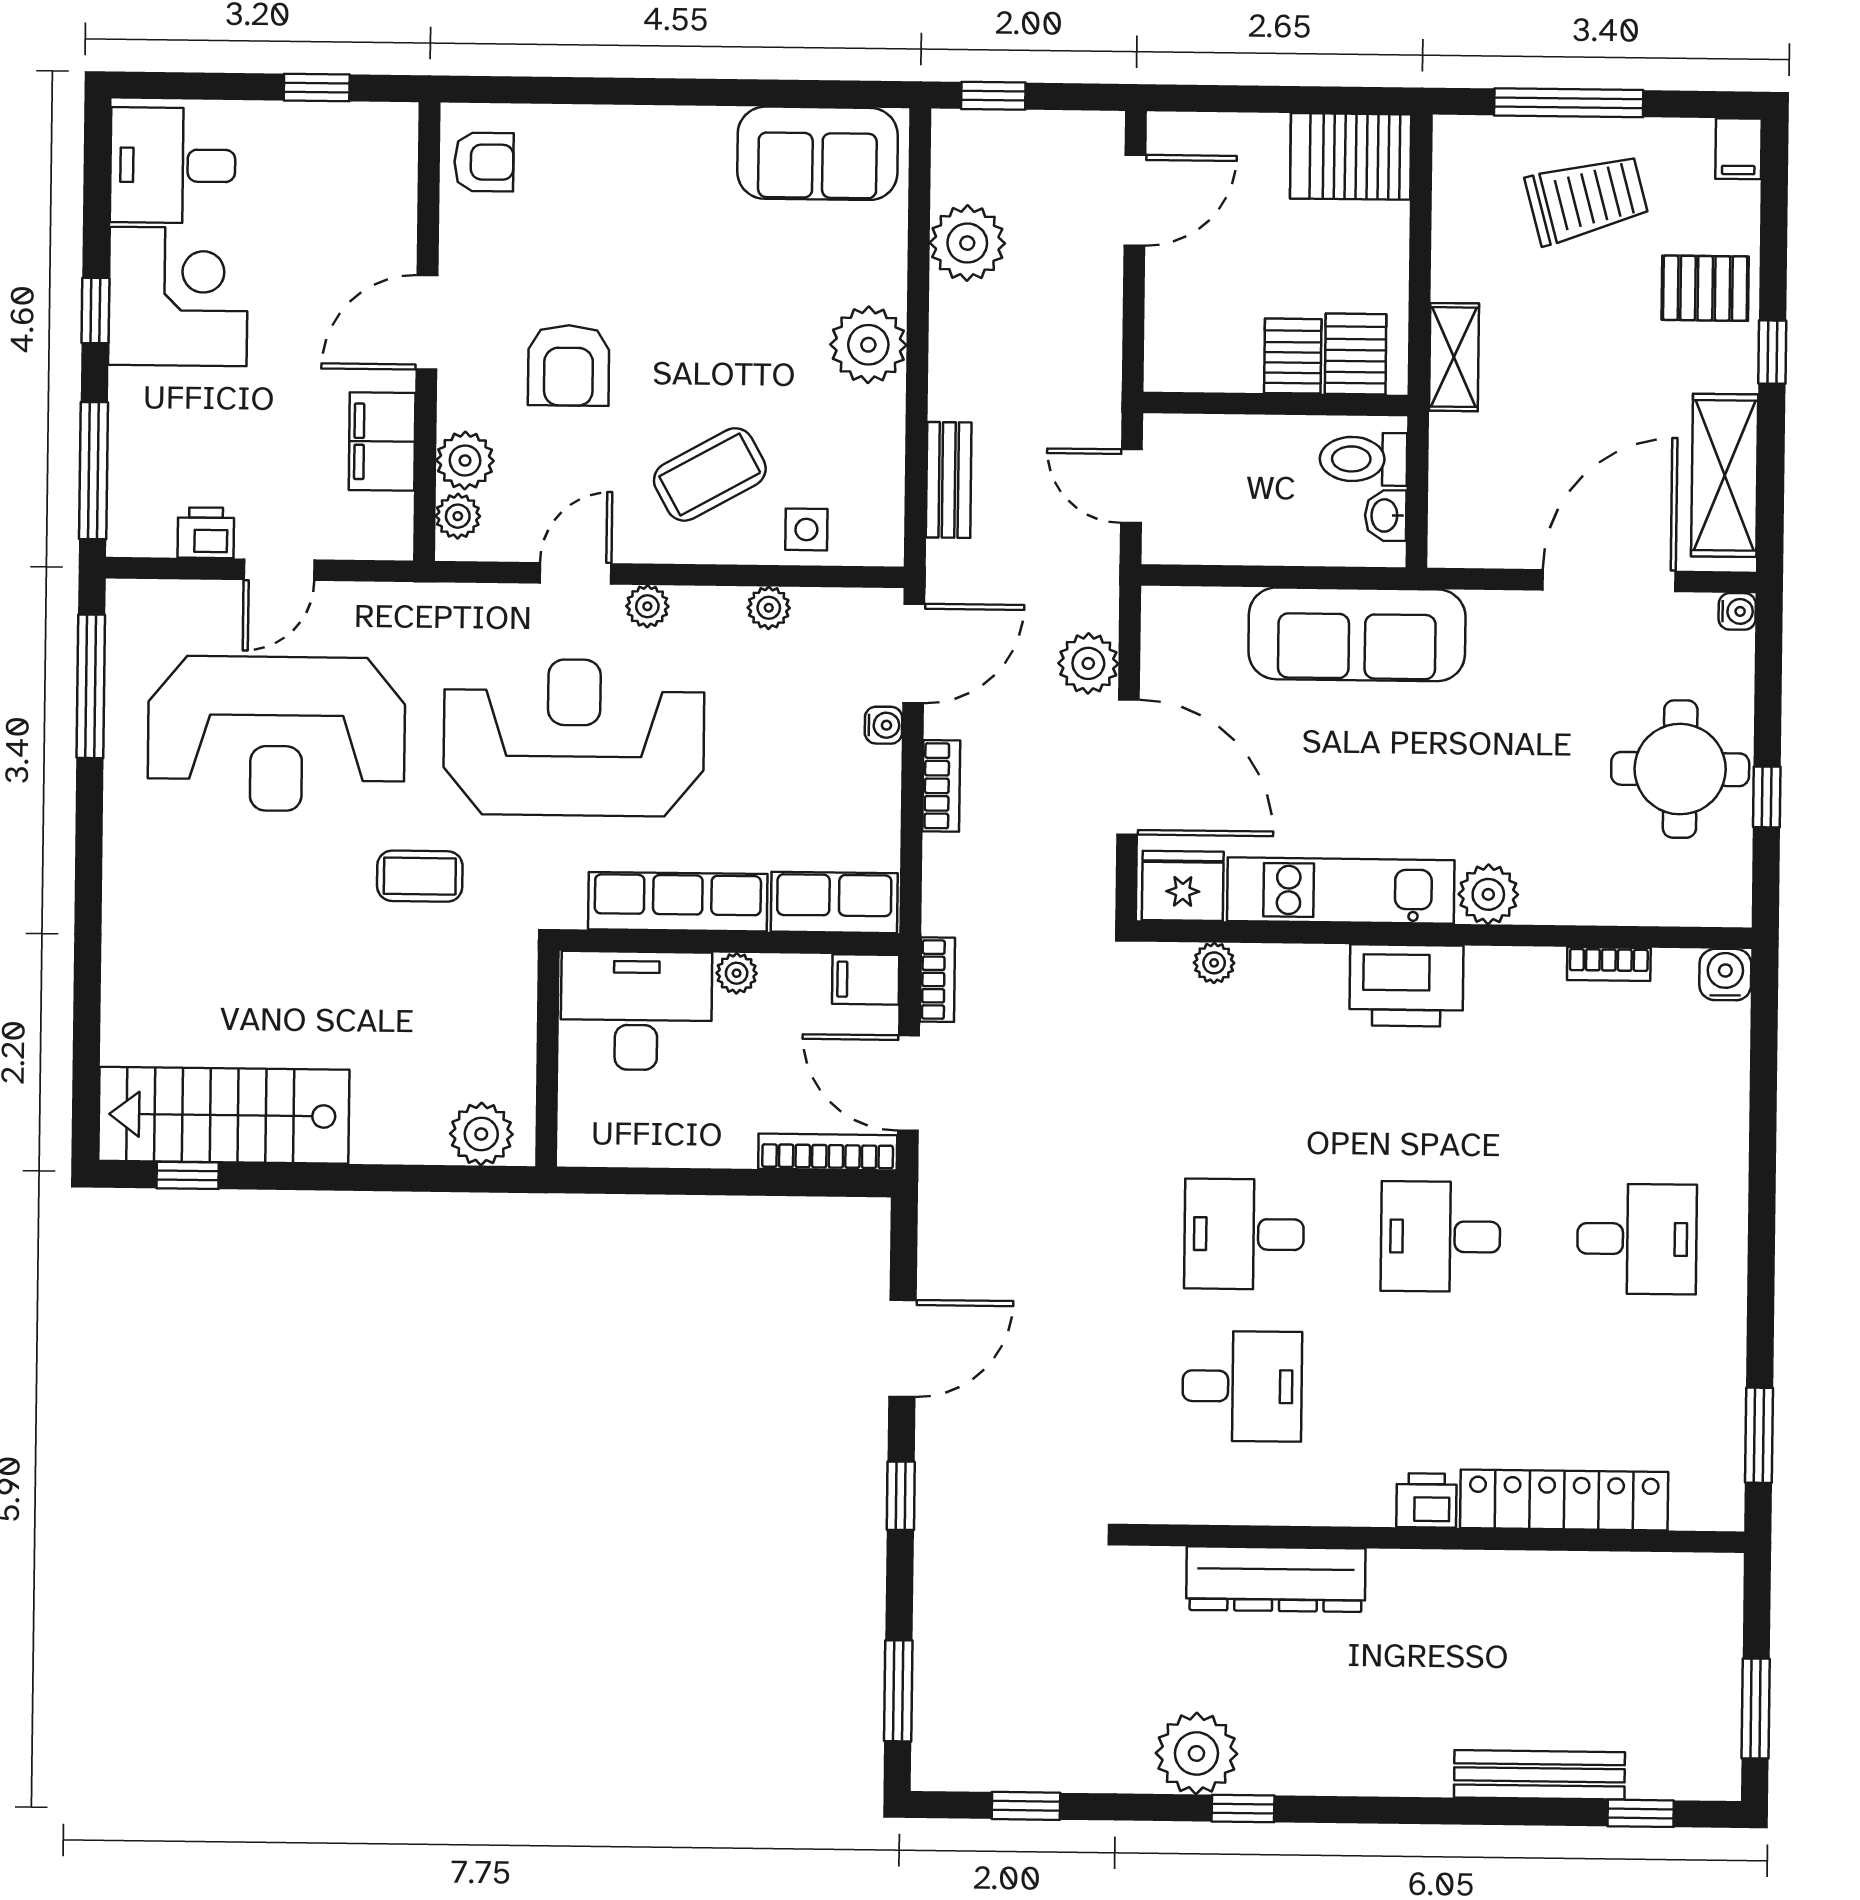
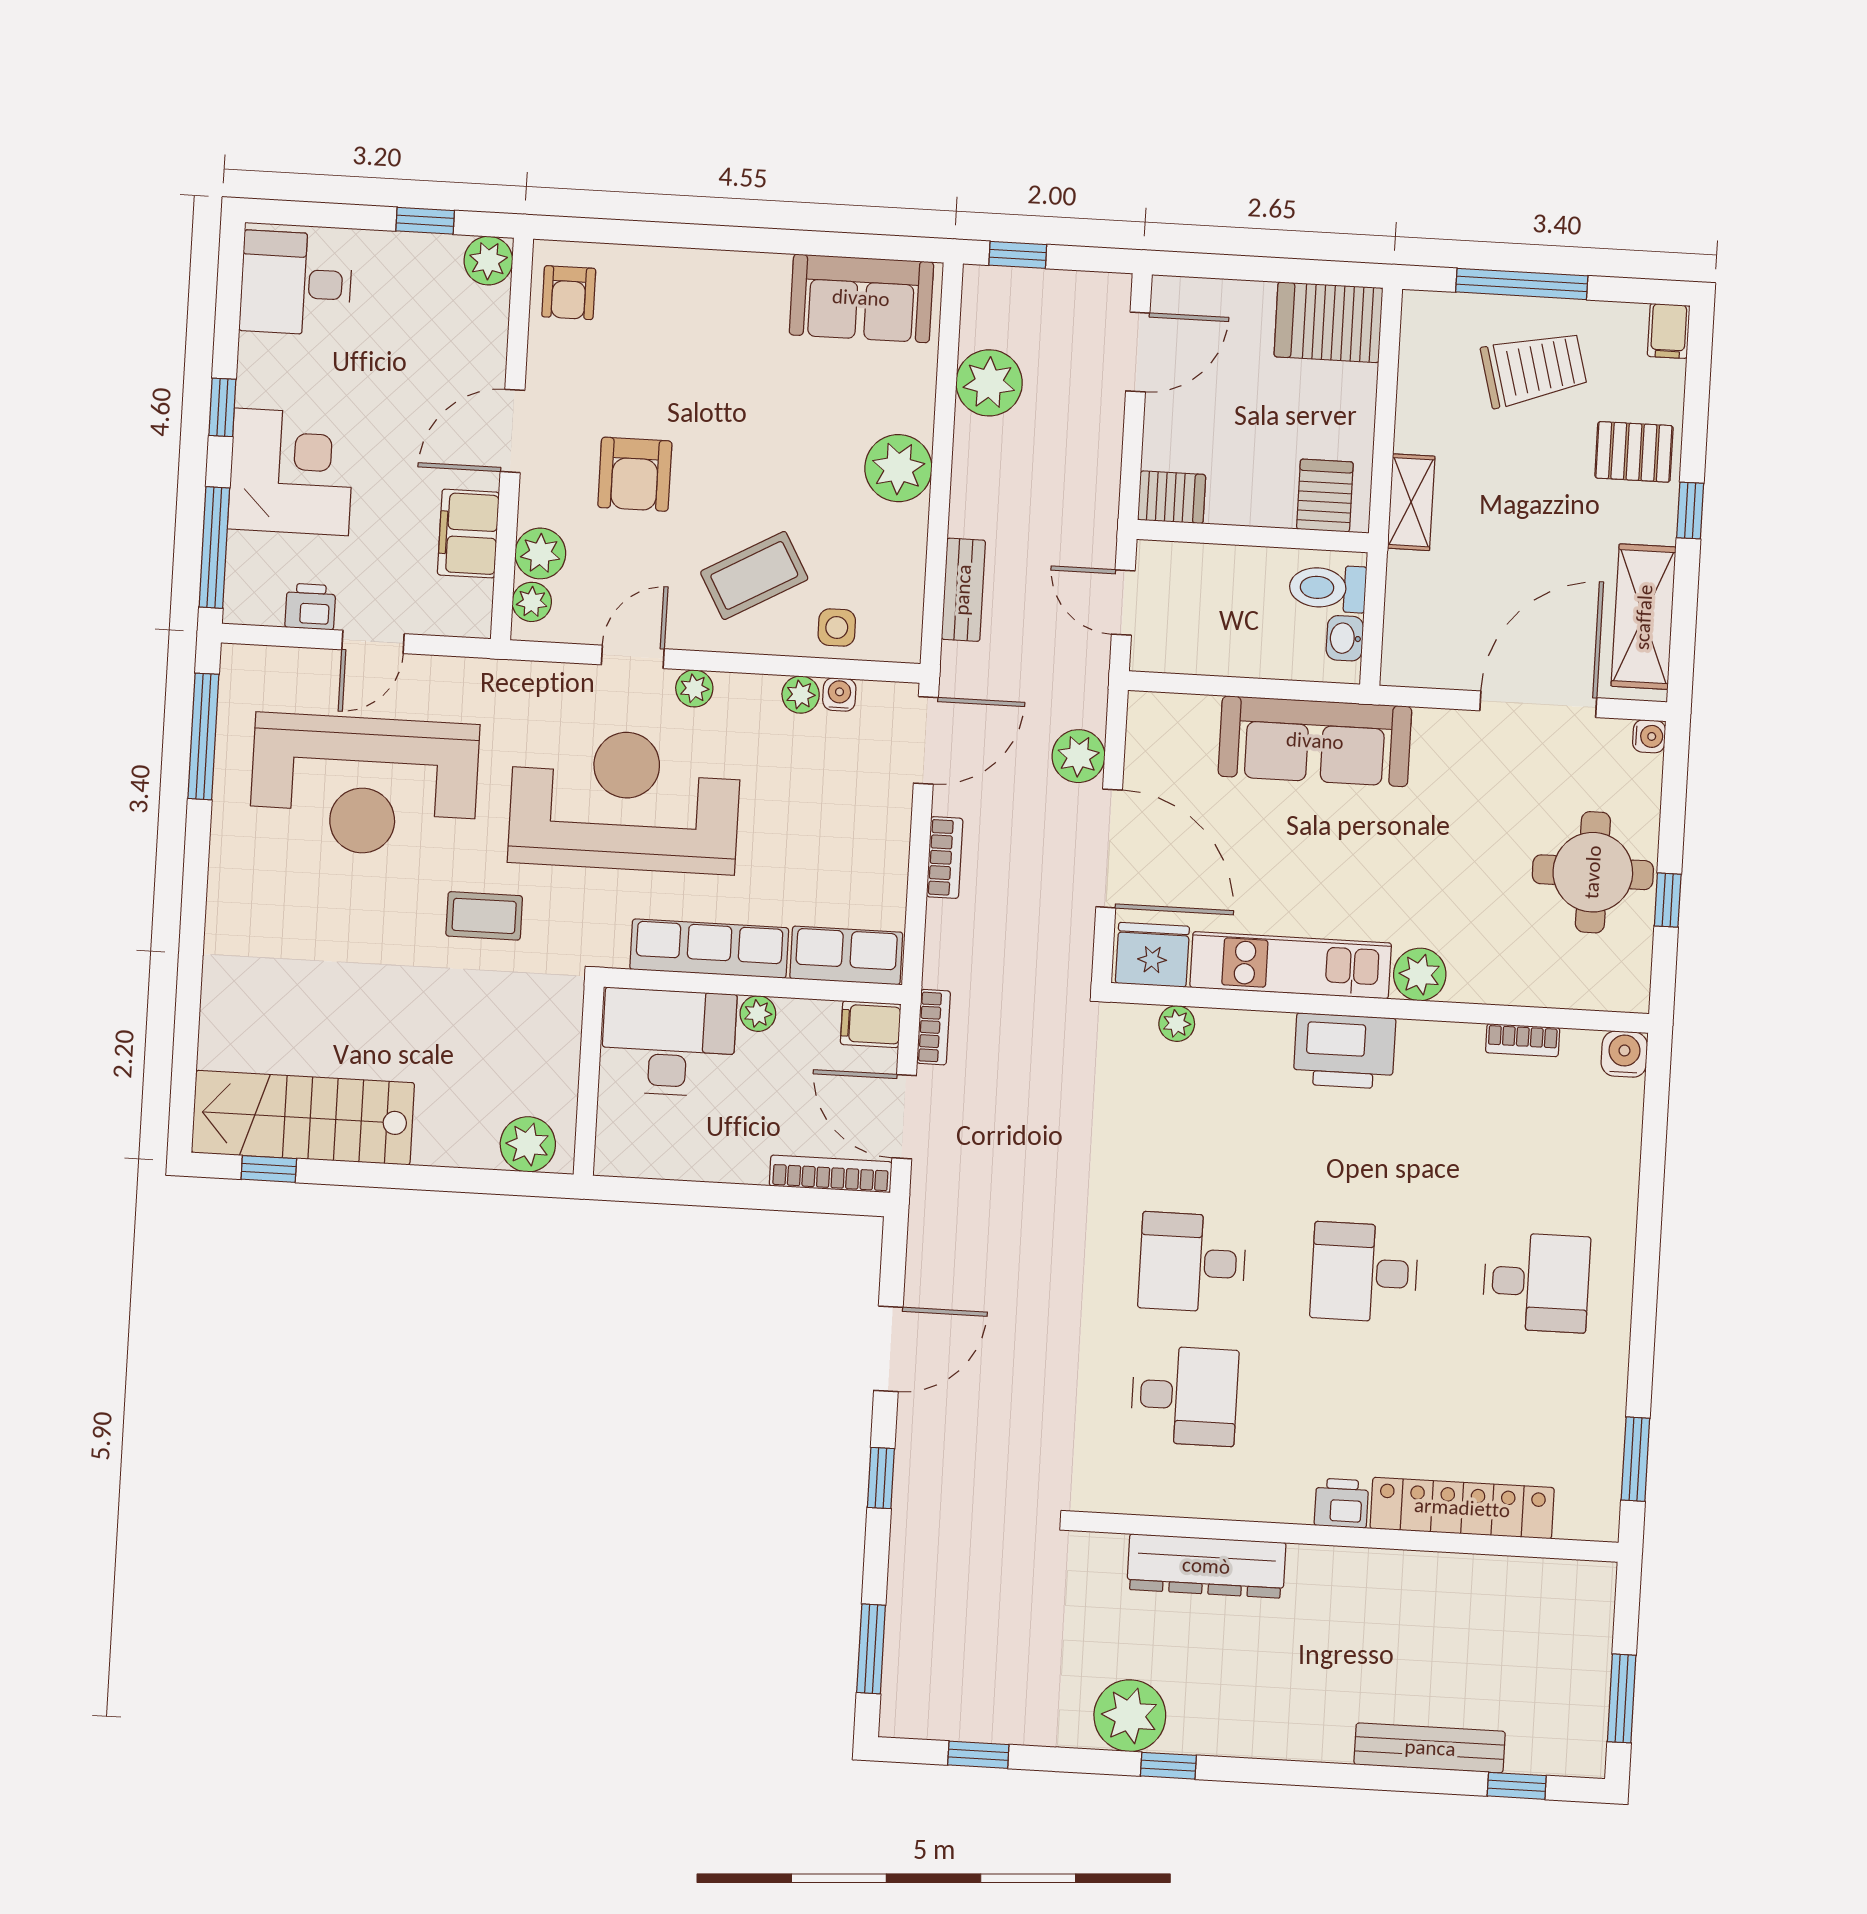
plant: (391, 130) -> (488, 261), added
armchair: (484, 162) -> (569, 293), turned 90
corner desk: (178, 297) -> (291, 472), moved
server rack: (1293, 356) -> (1172, 497), moved, turned 90
water cooler: (883, 725) -> (839, 694), moved, turned -90

